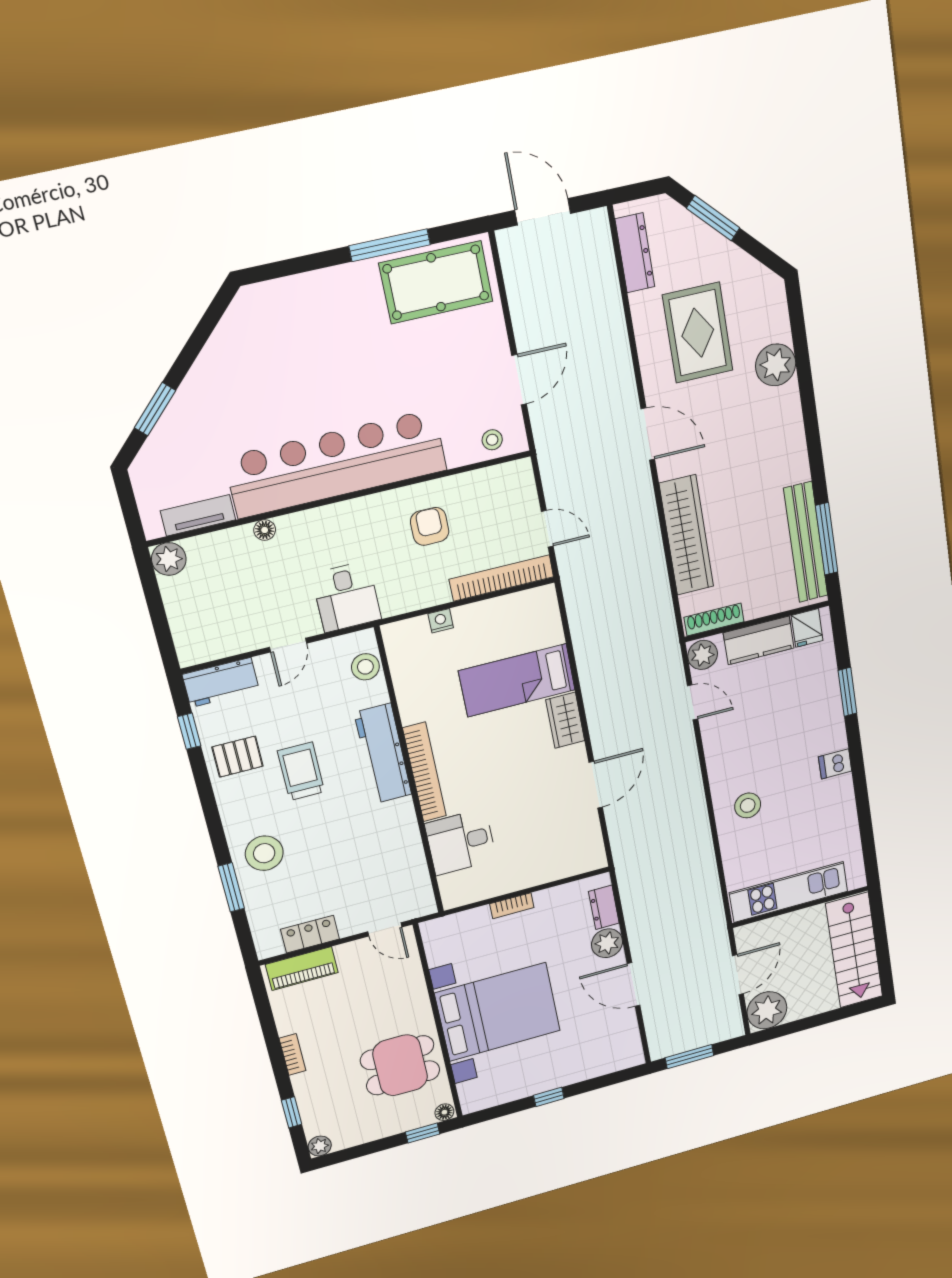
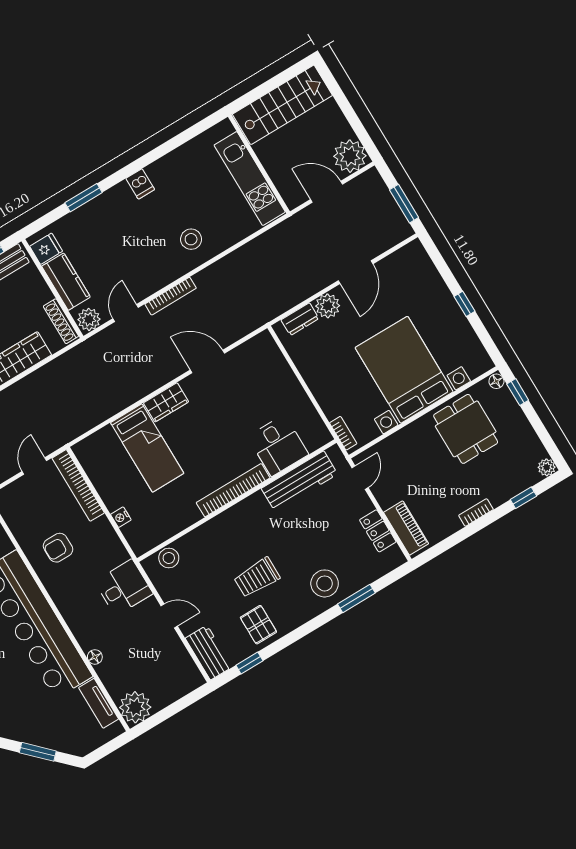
plant: (169, 559) -> (135, 707), width x1.36, depth x1.36
workbench: (383, 754) -> (299, 481), moved
bookcase: (691, 762) -> (171, 296), added
bookcase: (512, 906) -> (343, 433), moved

